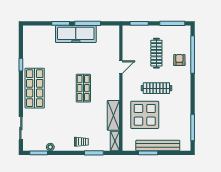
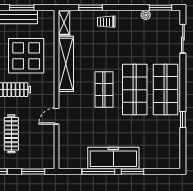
shop shelf: (59, 88) -> (135, 90), added
shelving: (113, 115) -> (66, 64), width x1.47

